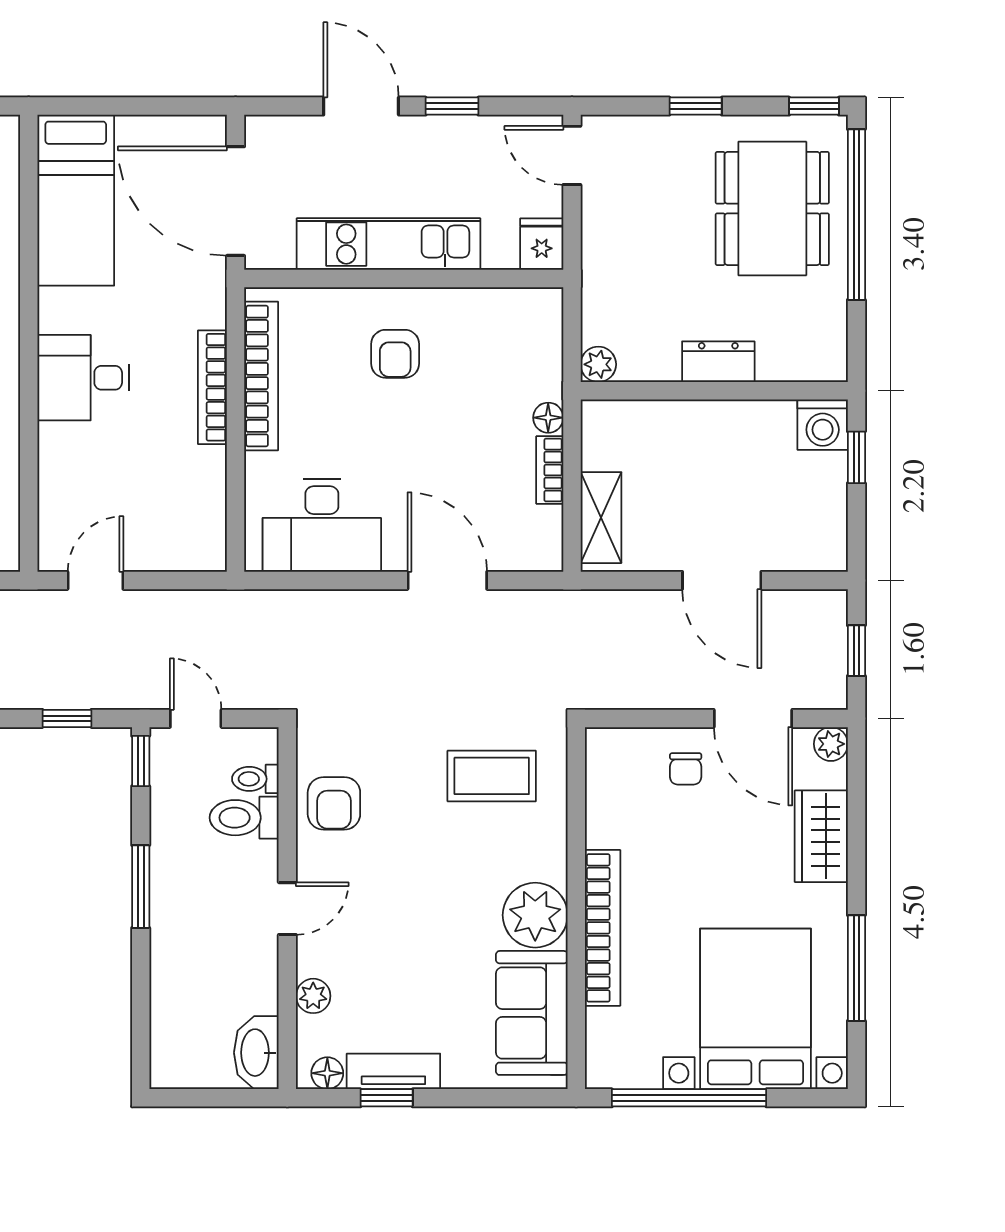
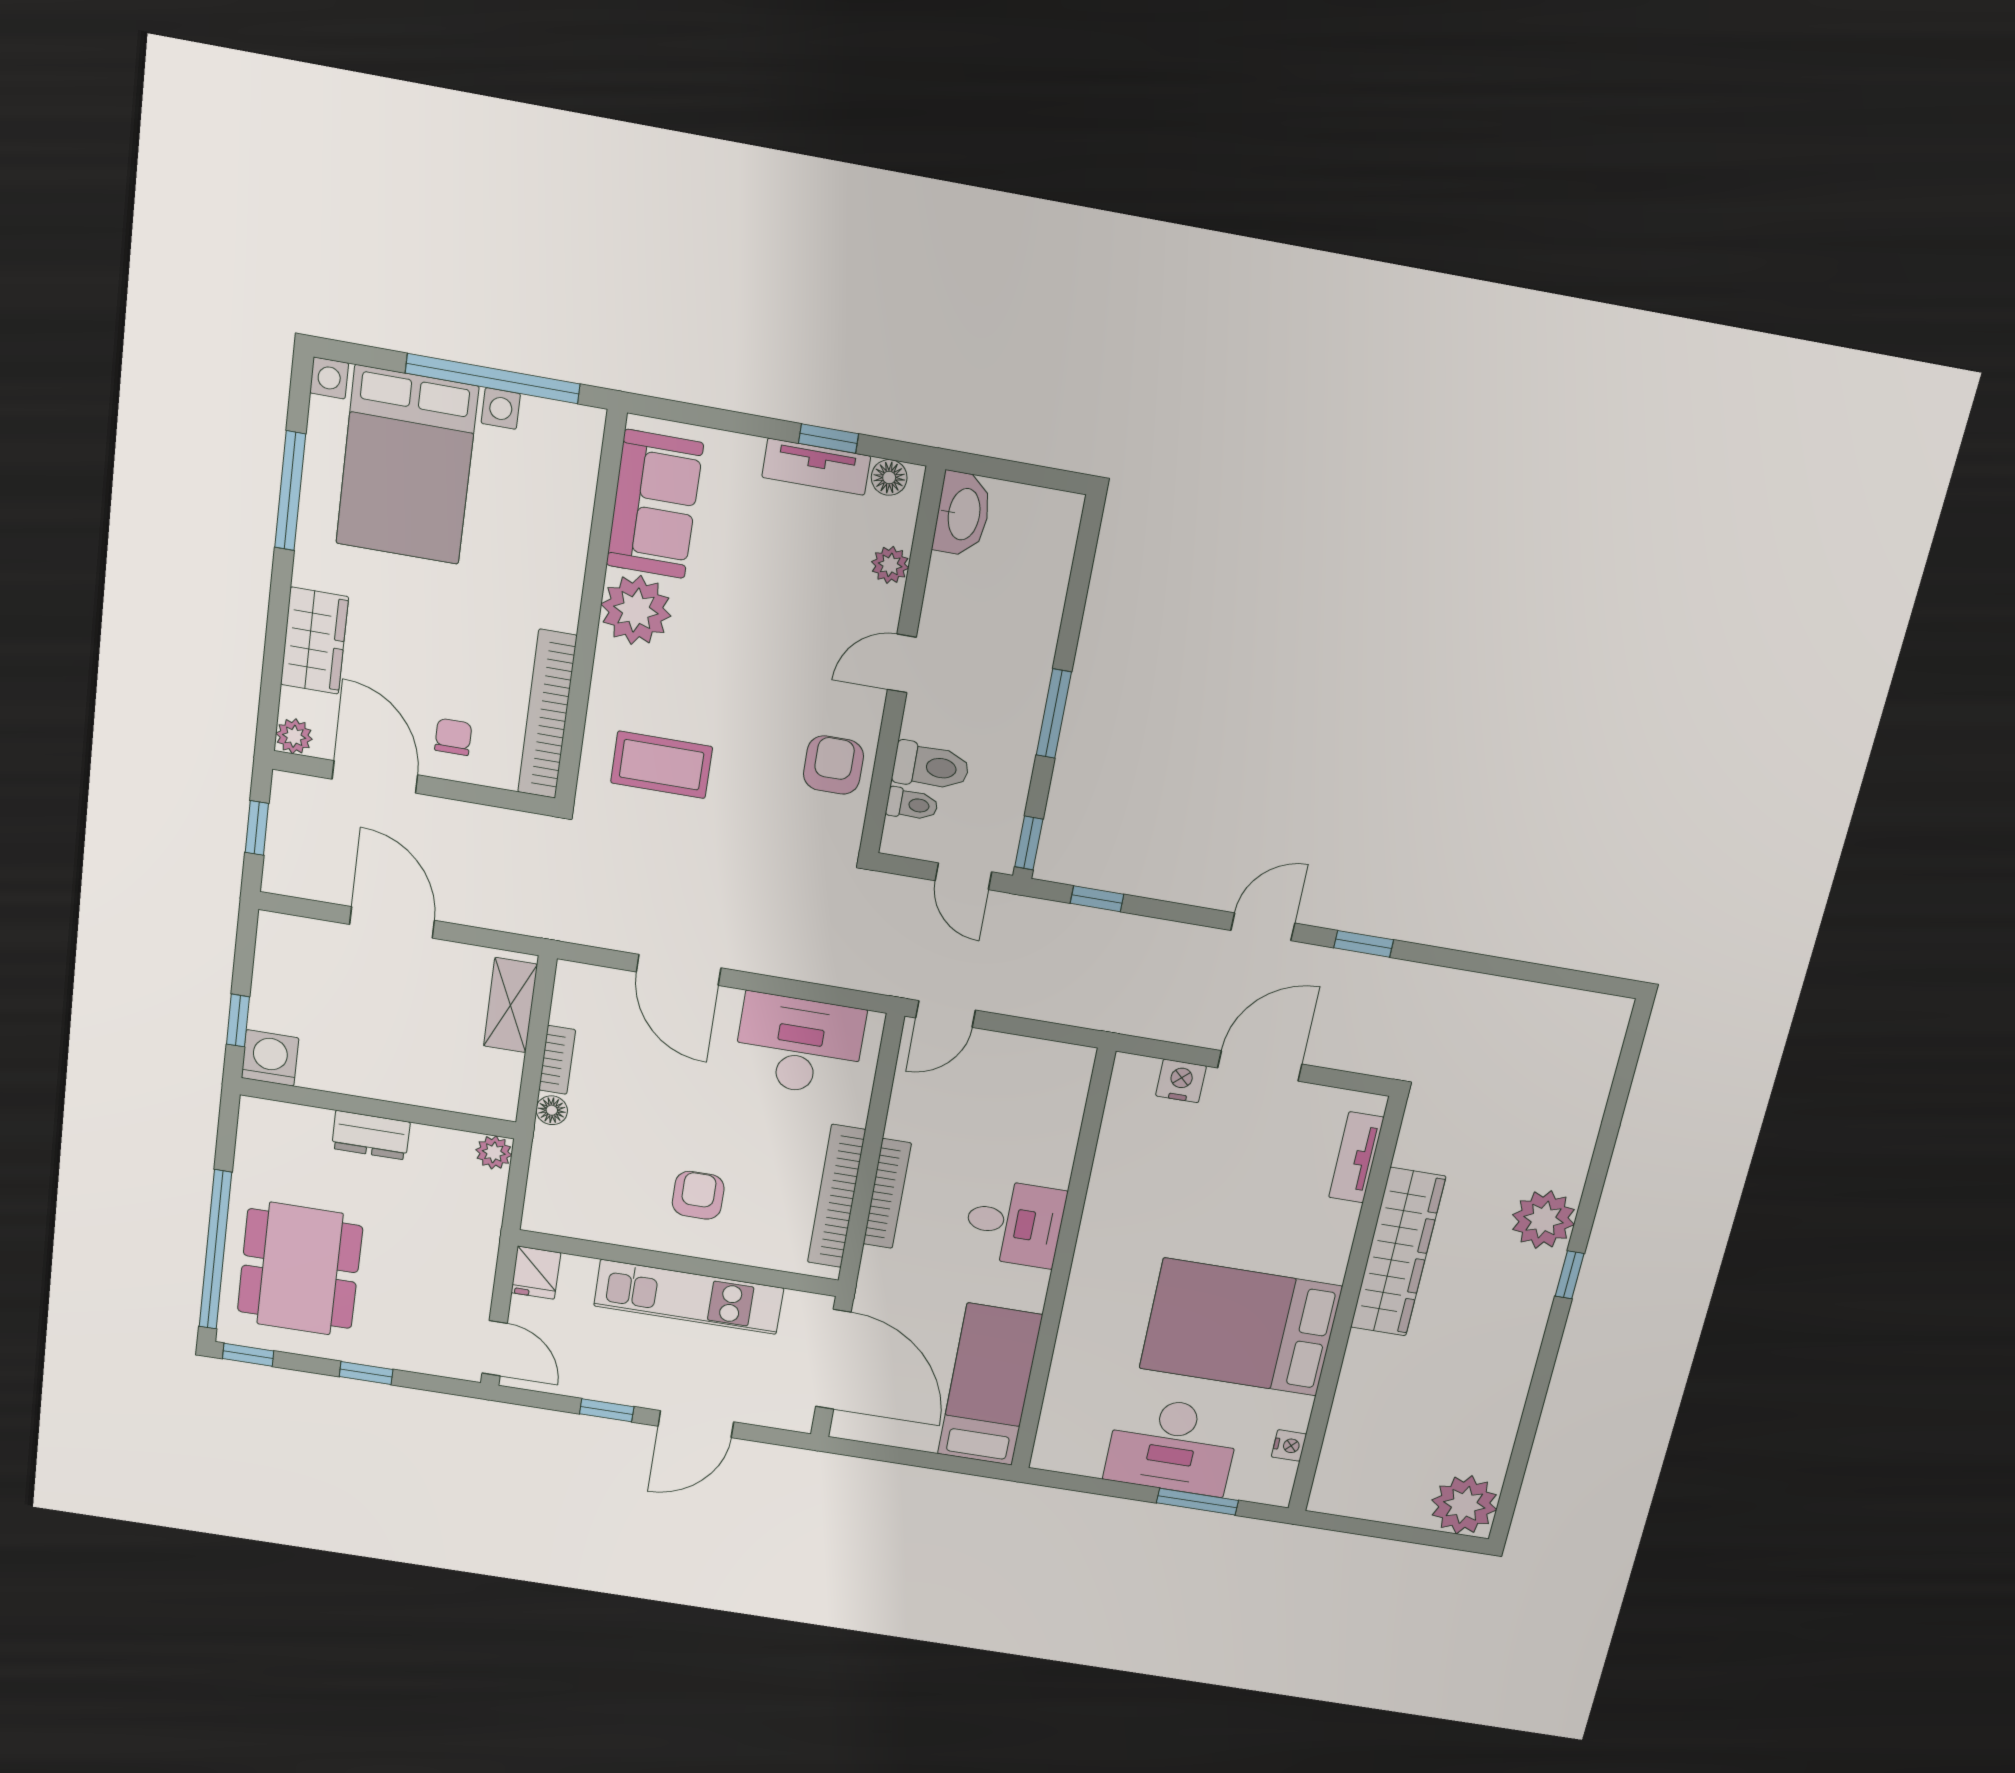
door: (361, 106) -> (696, 1424), hinge flipped
door: (95, 580) -> (946, 1014), moved
bookcase: (603, 928) -> (547, 714), moved

